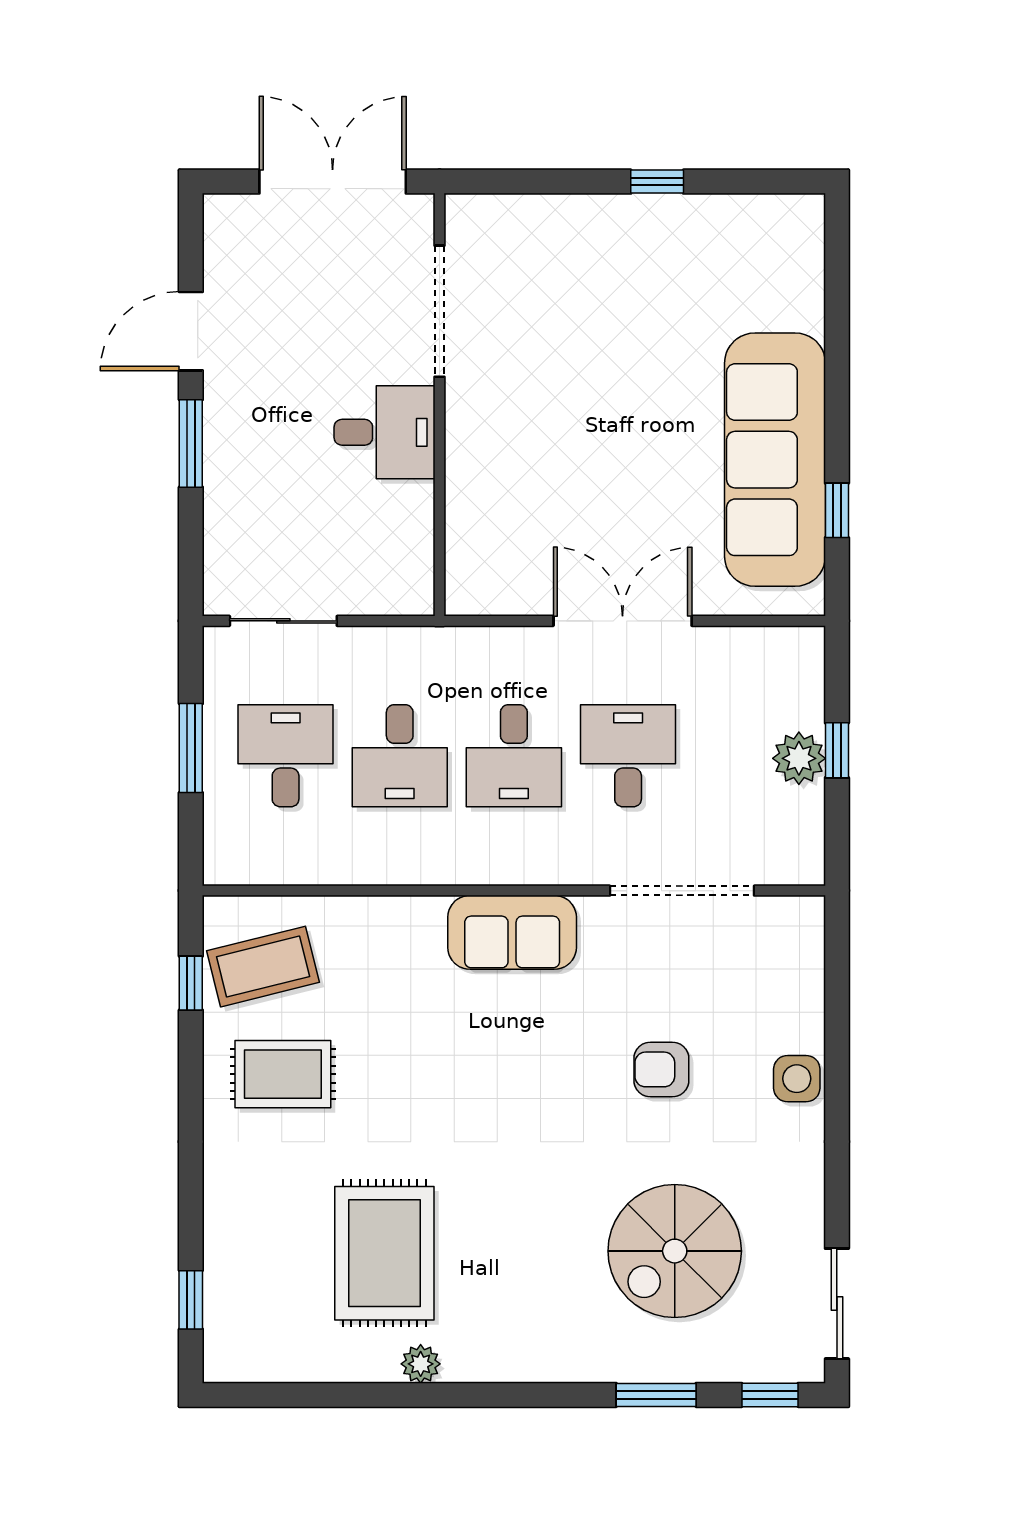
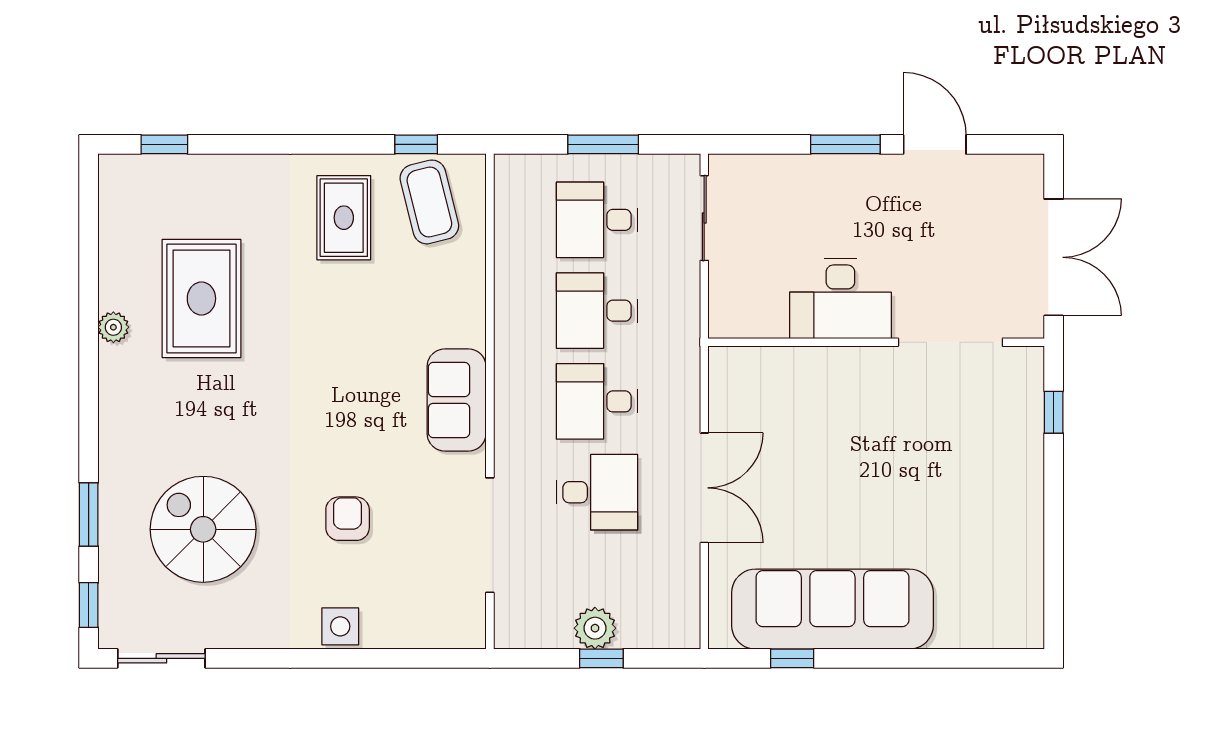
window: (657, 182) -> (1054, 412), moved
desk: (385, 432) -> (840, 299), width x1.37
desk: (286, 756) -> (597, 220), turned 180
rug: (384, 1253) -> (201, 299), turned 90

